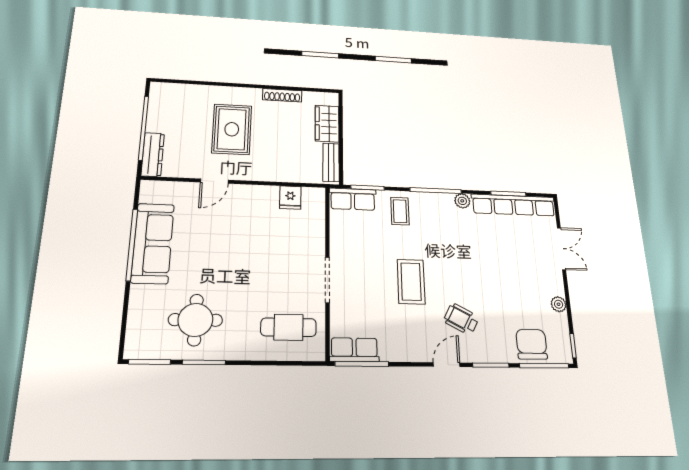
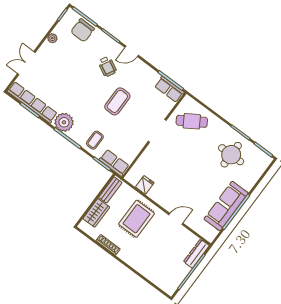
rug: (232, 129) -> (136, 219), moved
plant: (462, 201) -> (64, 122), width x1.88, depth x1.88
cafe table: (289, 327) -> (192, 121), turned -32

